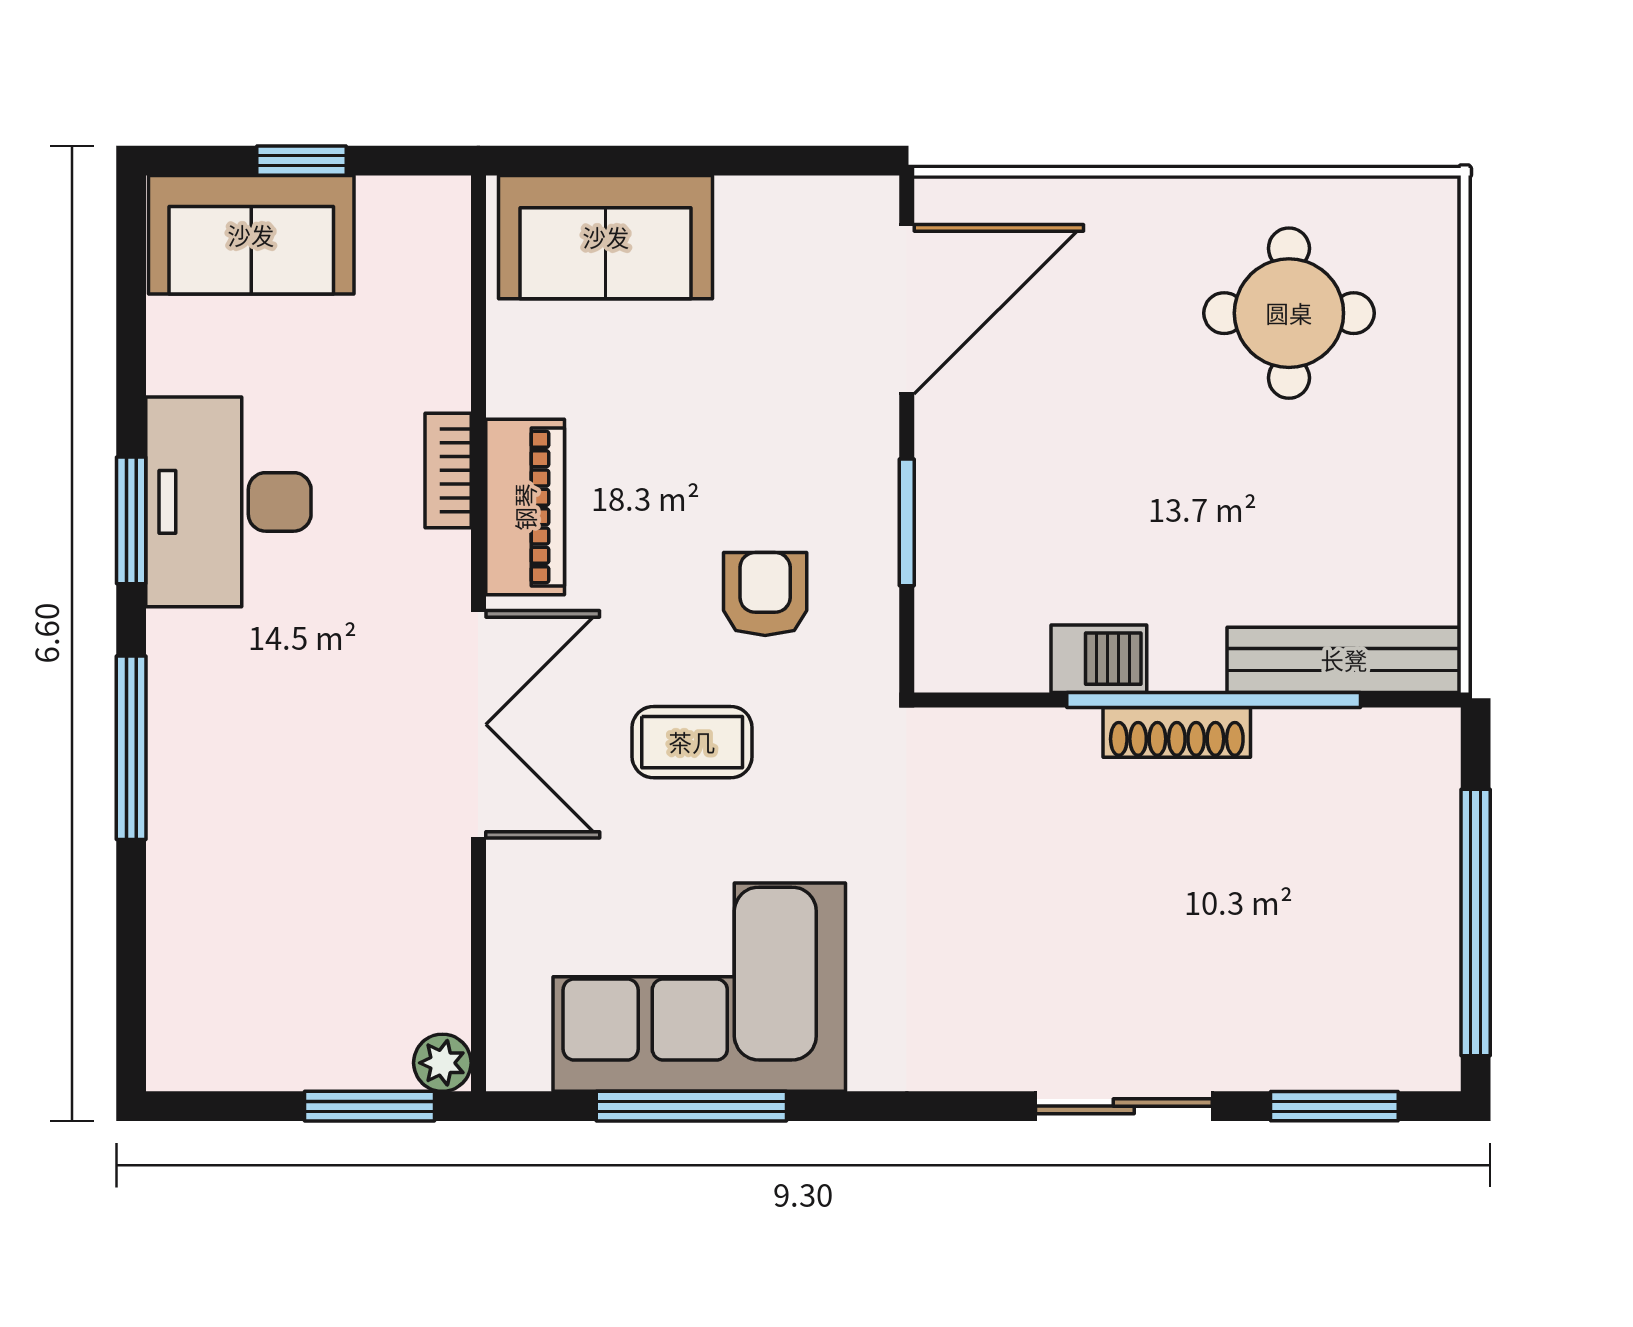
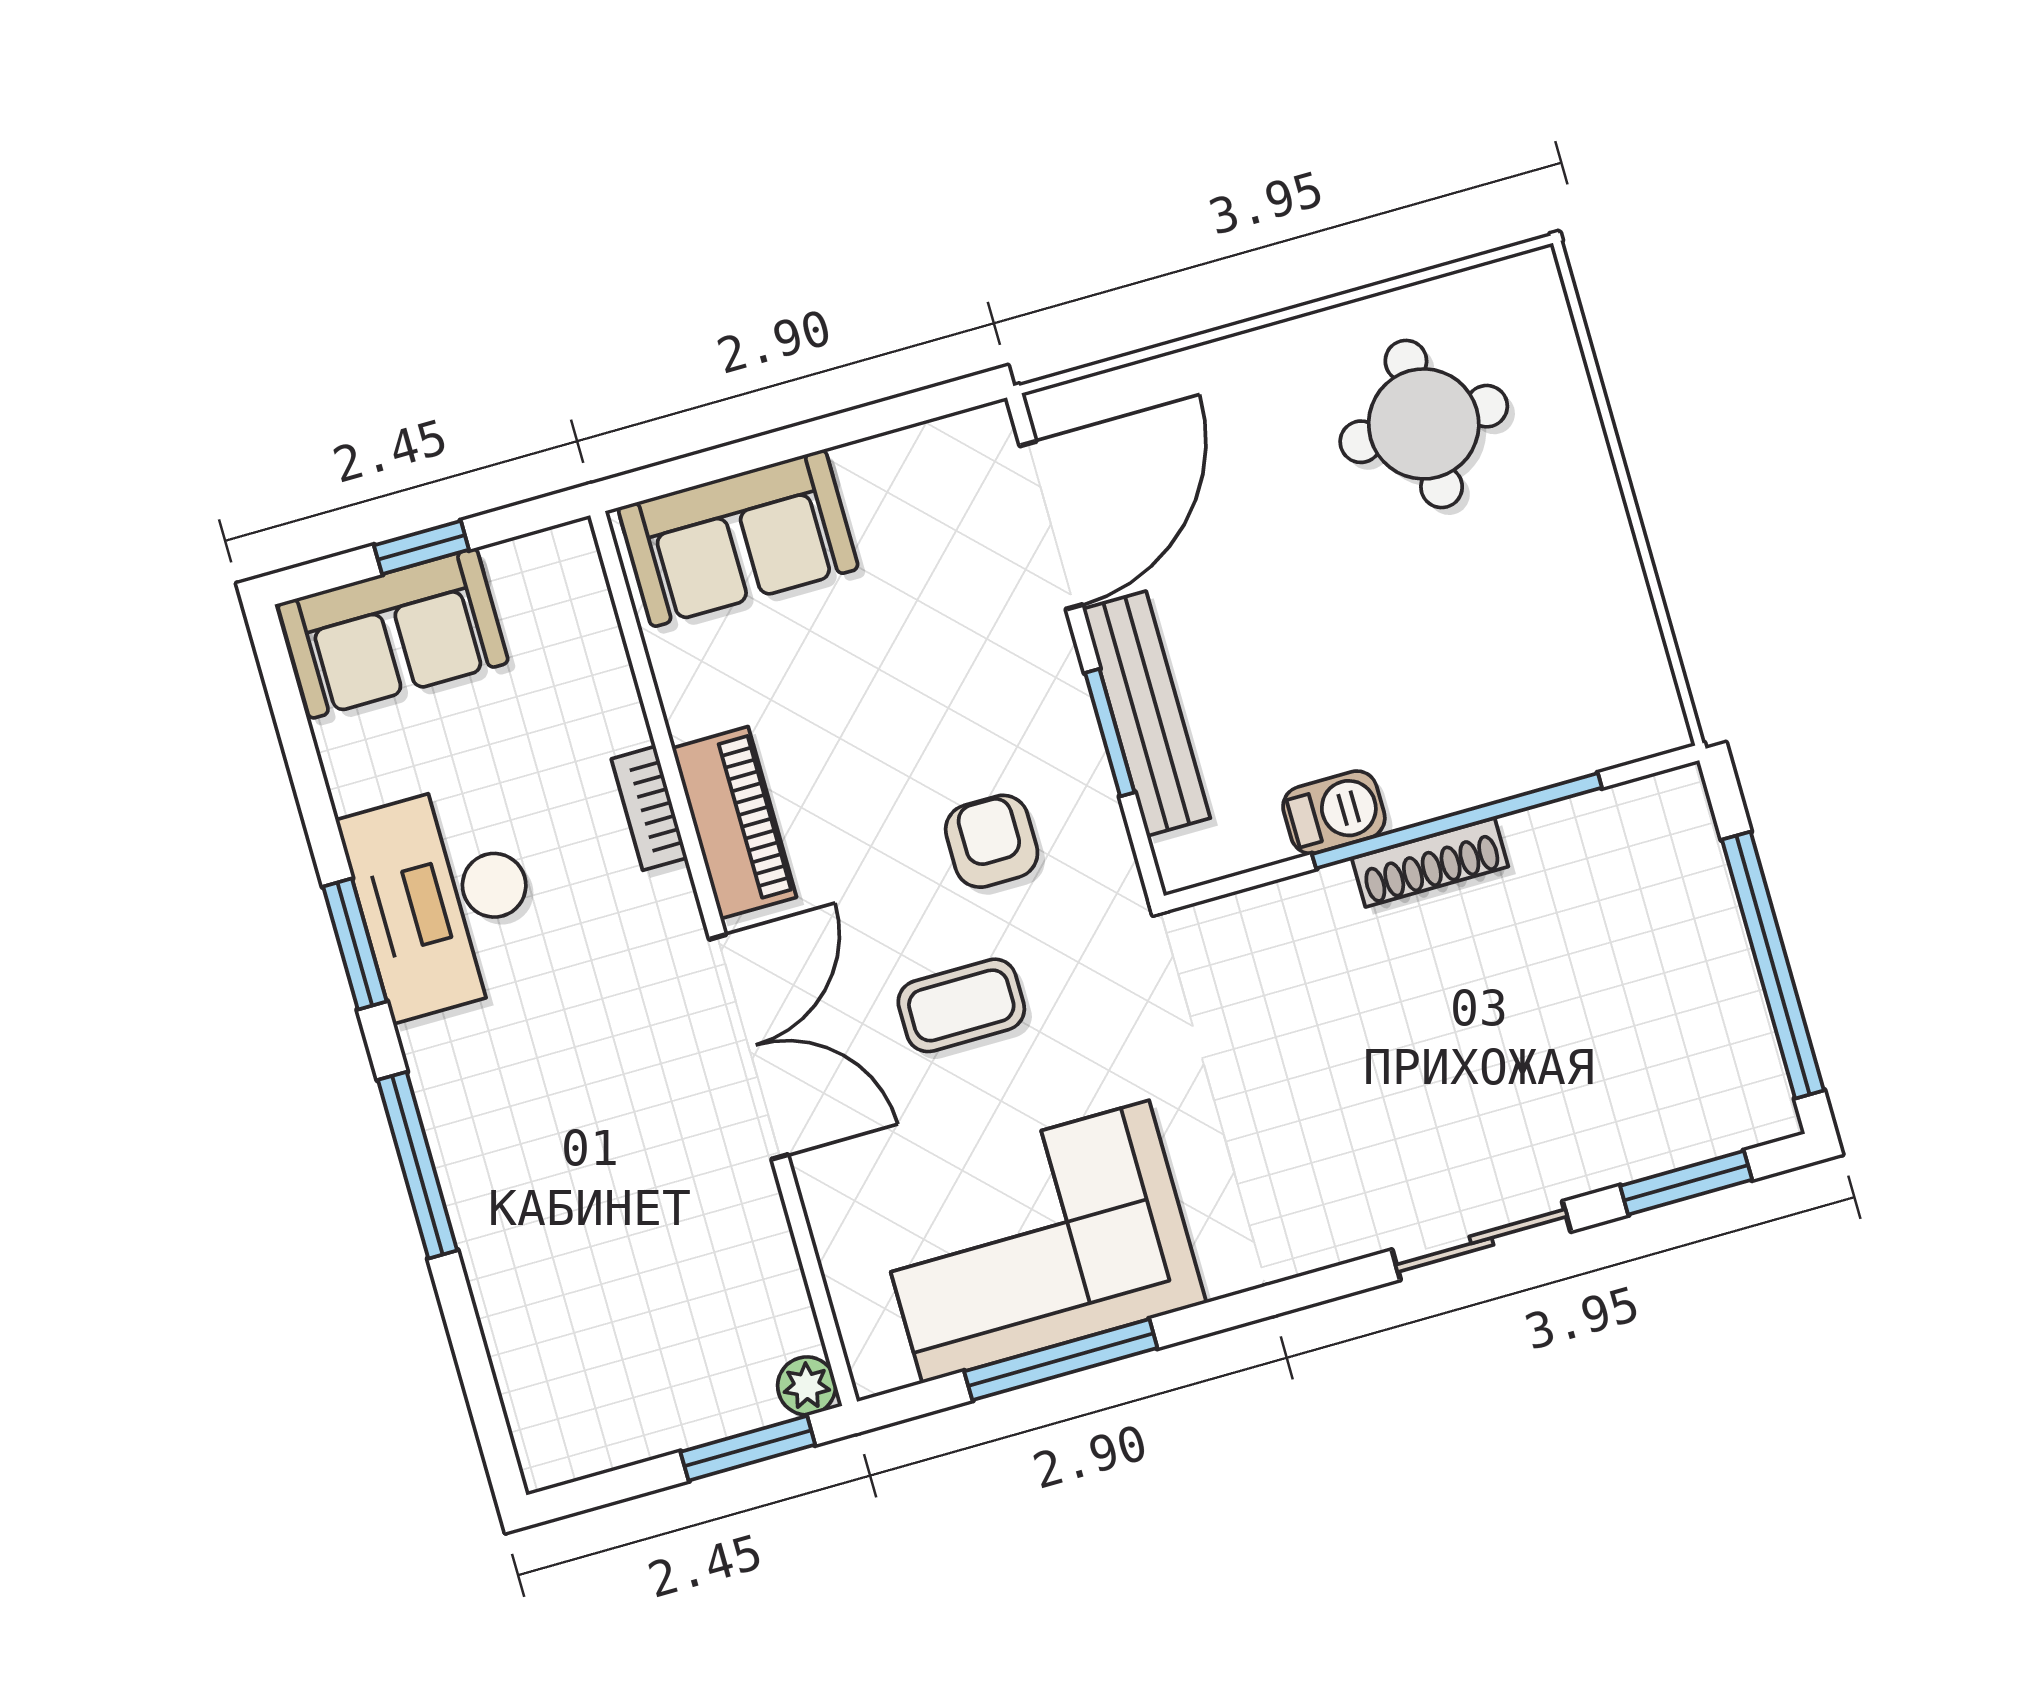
bench: (1344, 660) -> (1146, 714), moved, turned 90

